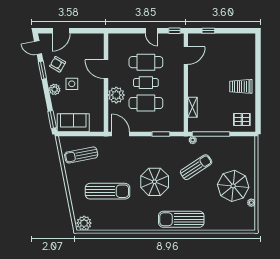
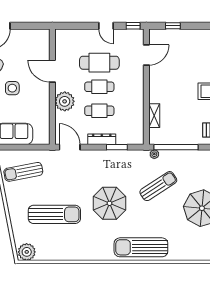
cafe table: (146, 103) -> (99, 111), width x0.73, depth x0.74
dresser: (148, 127) -> (102, 139), added

